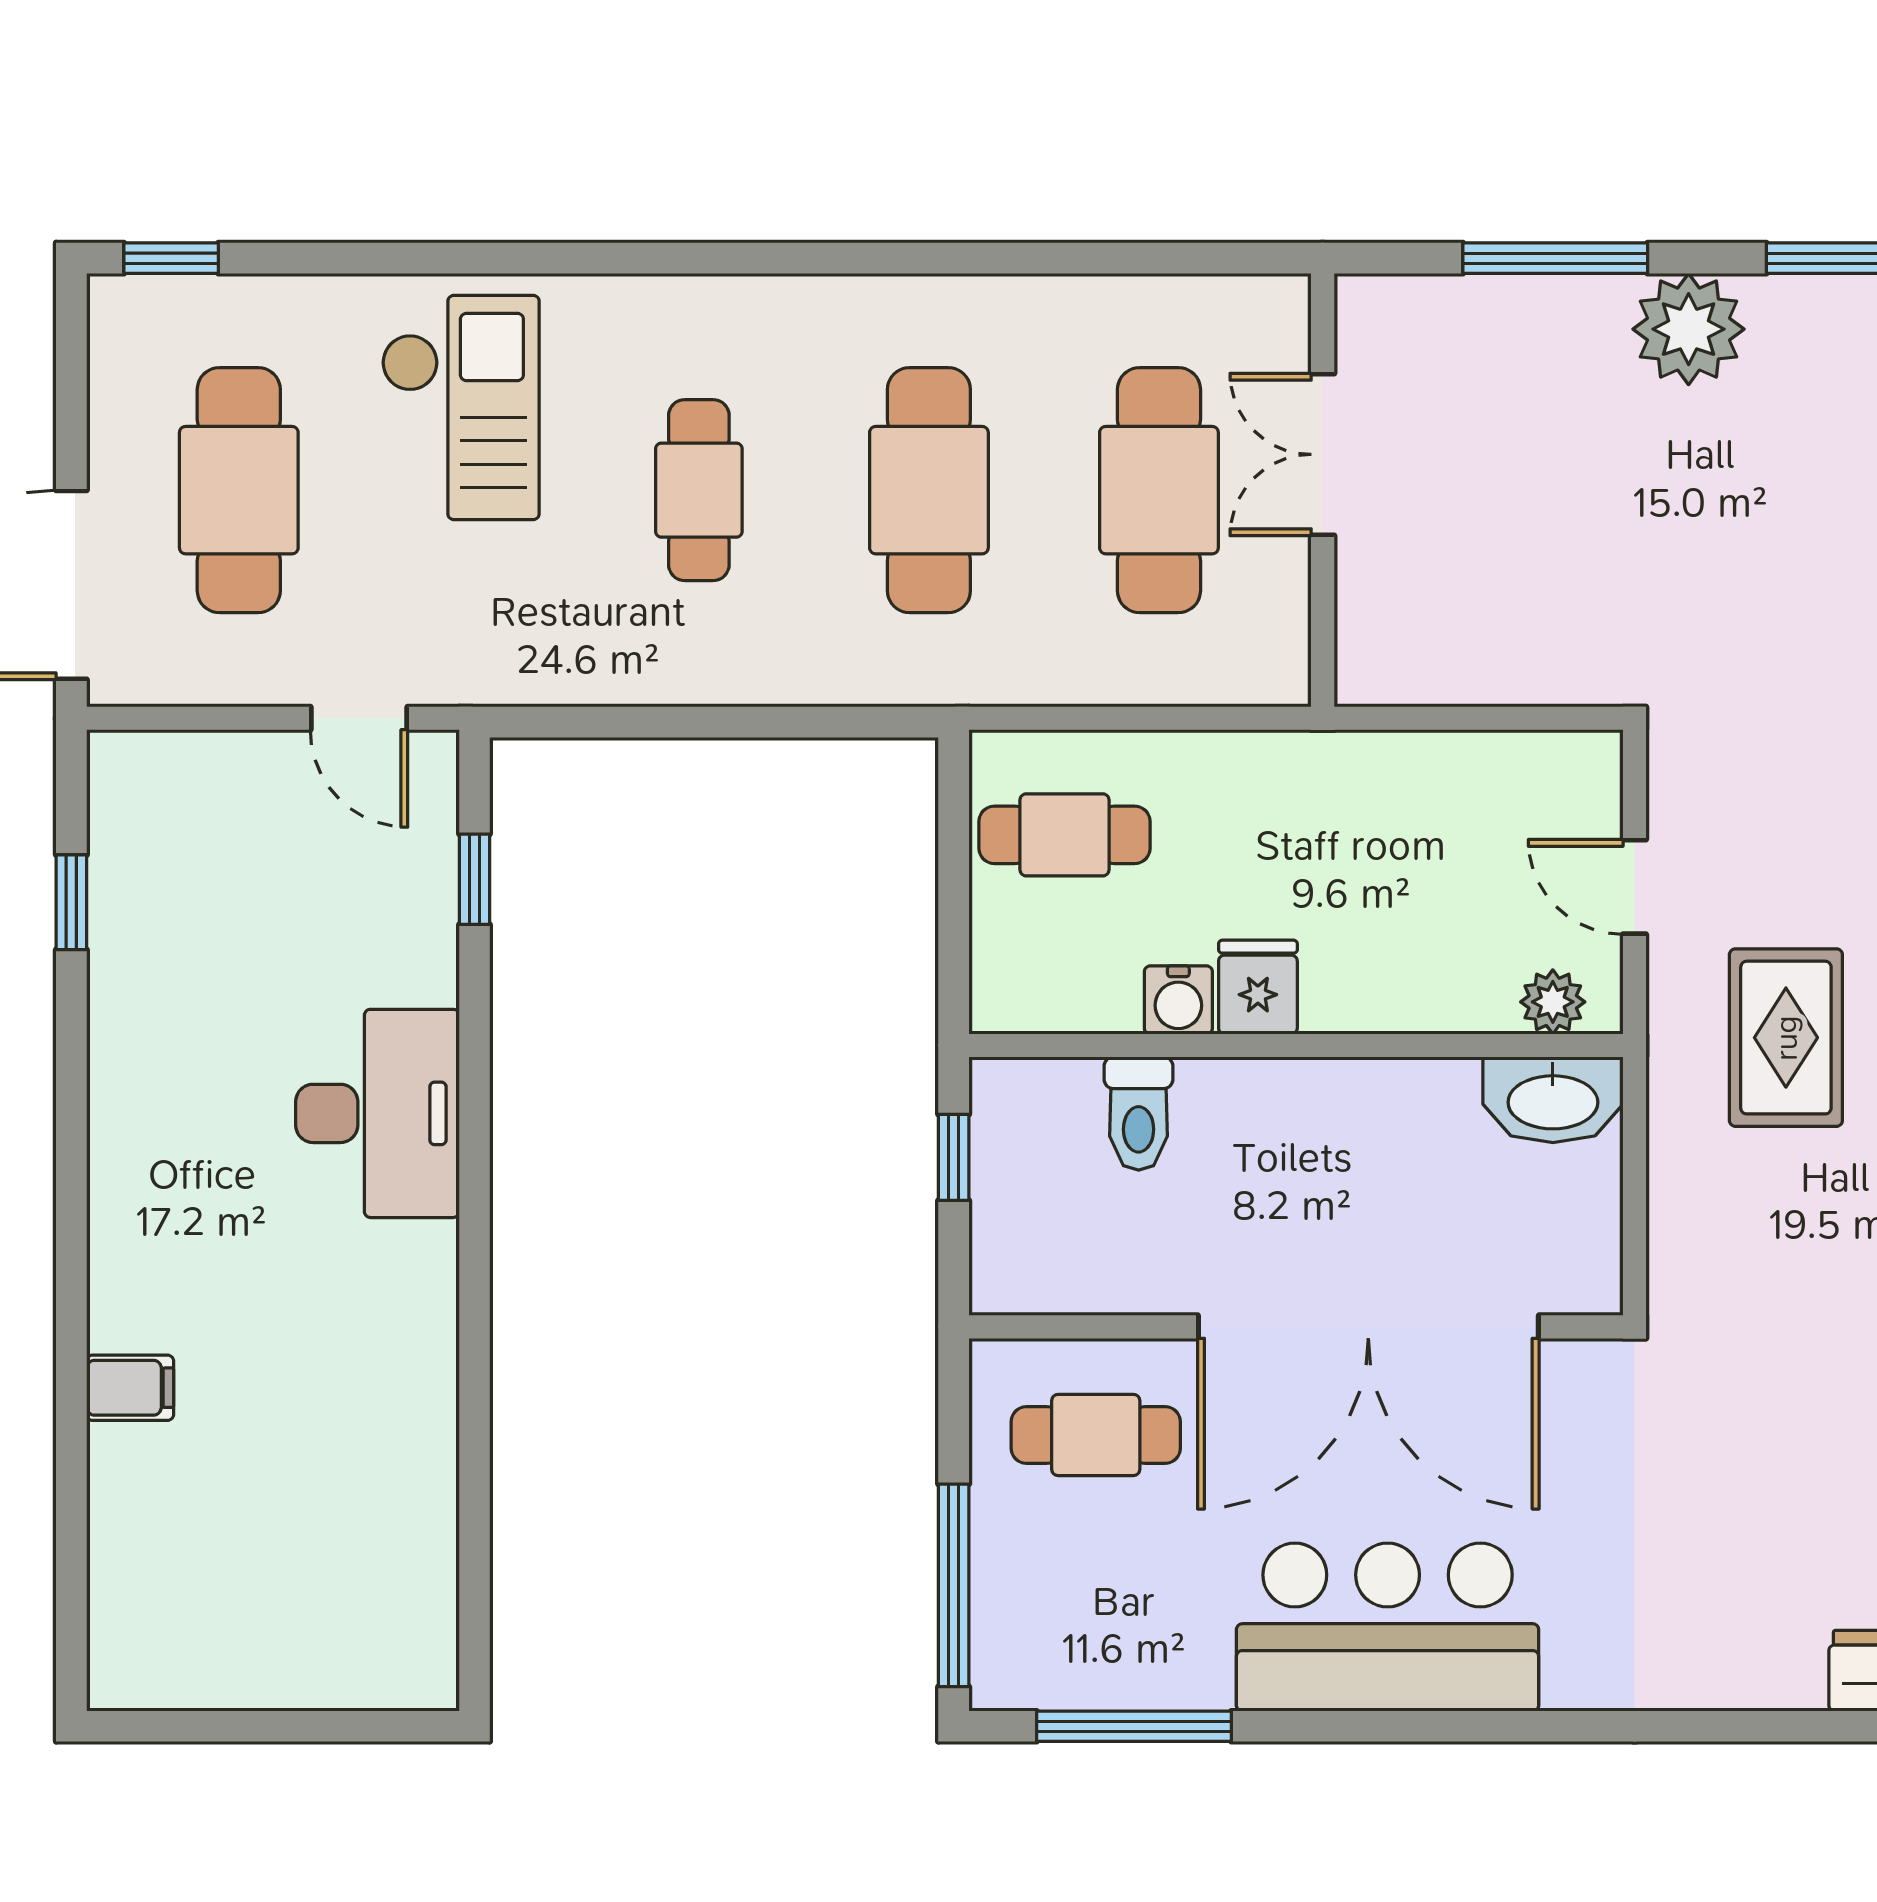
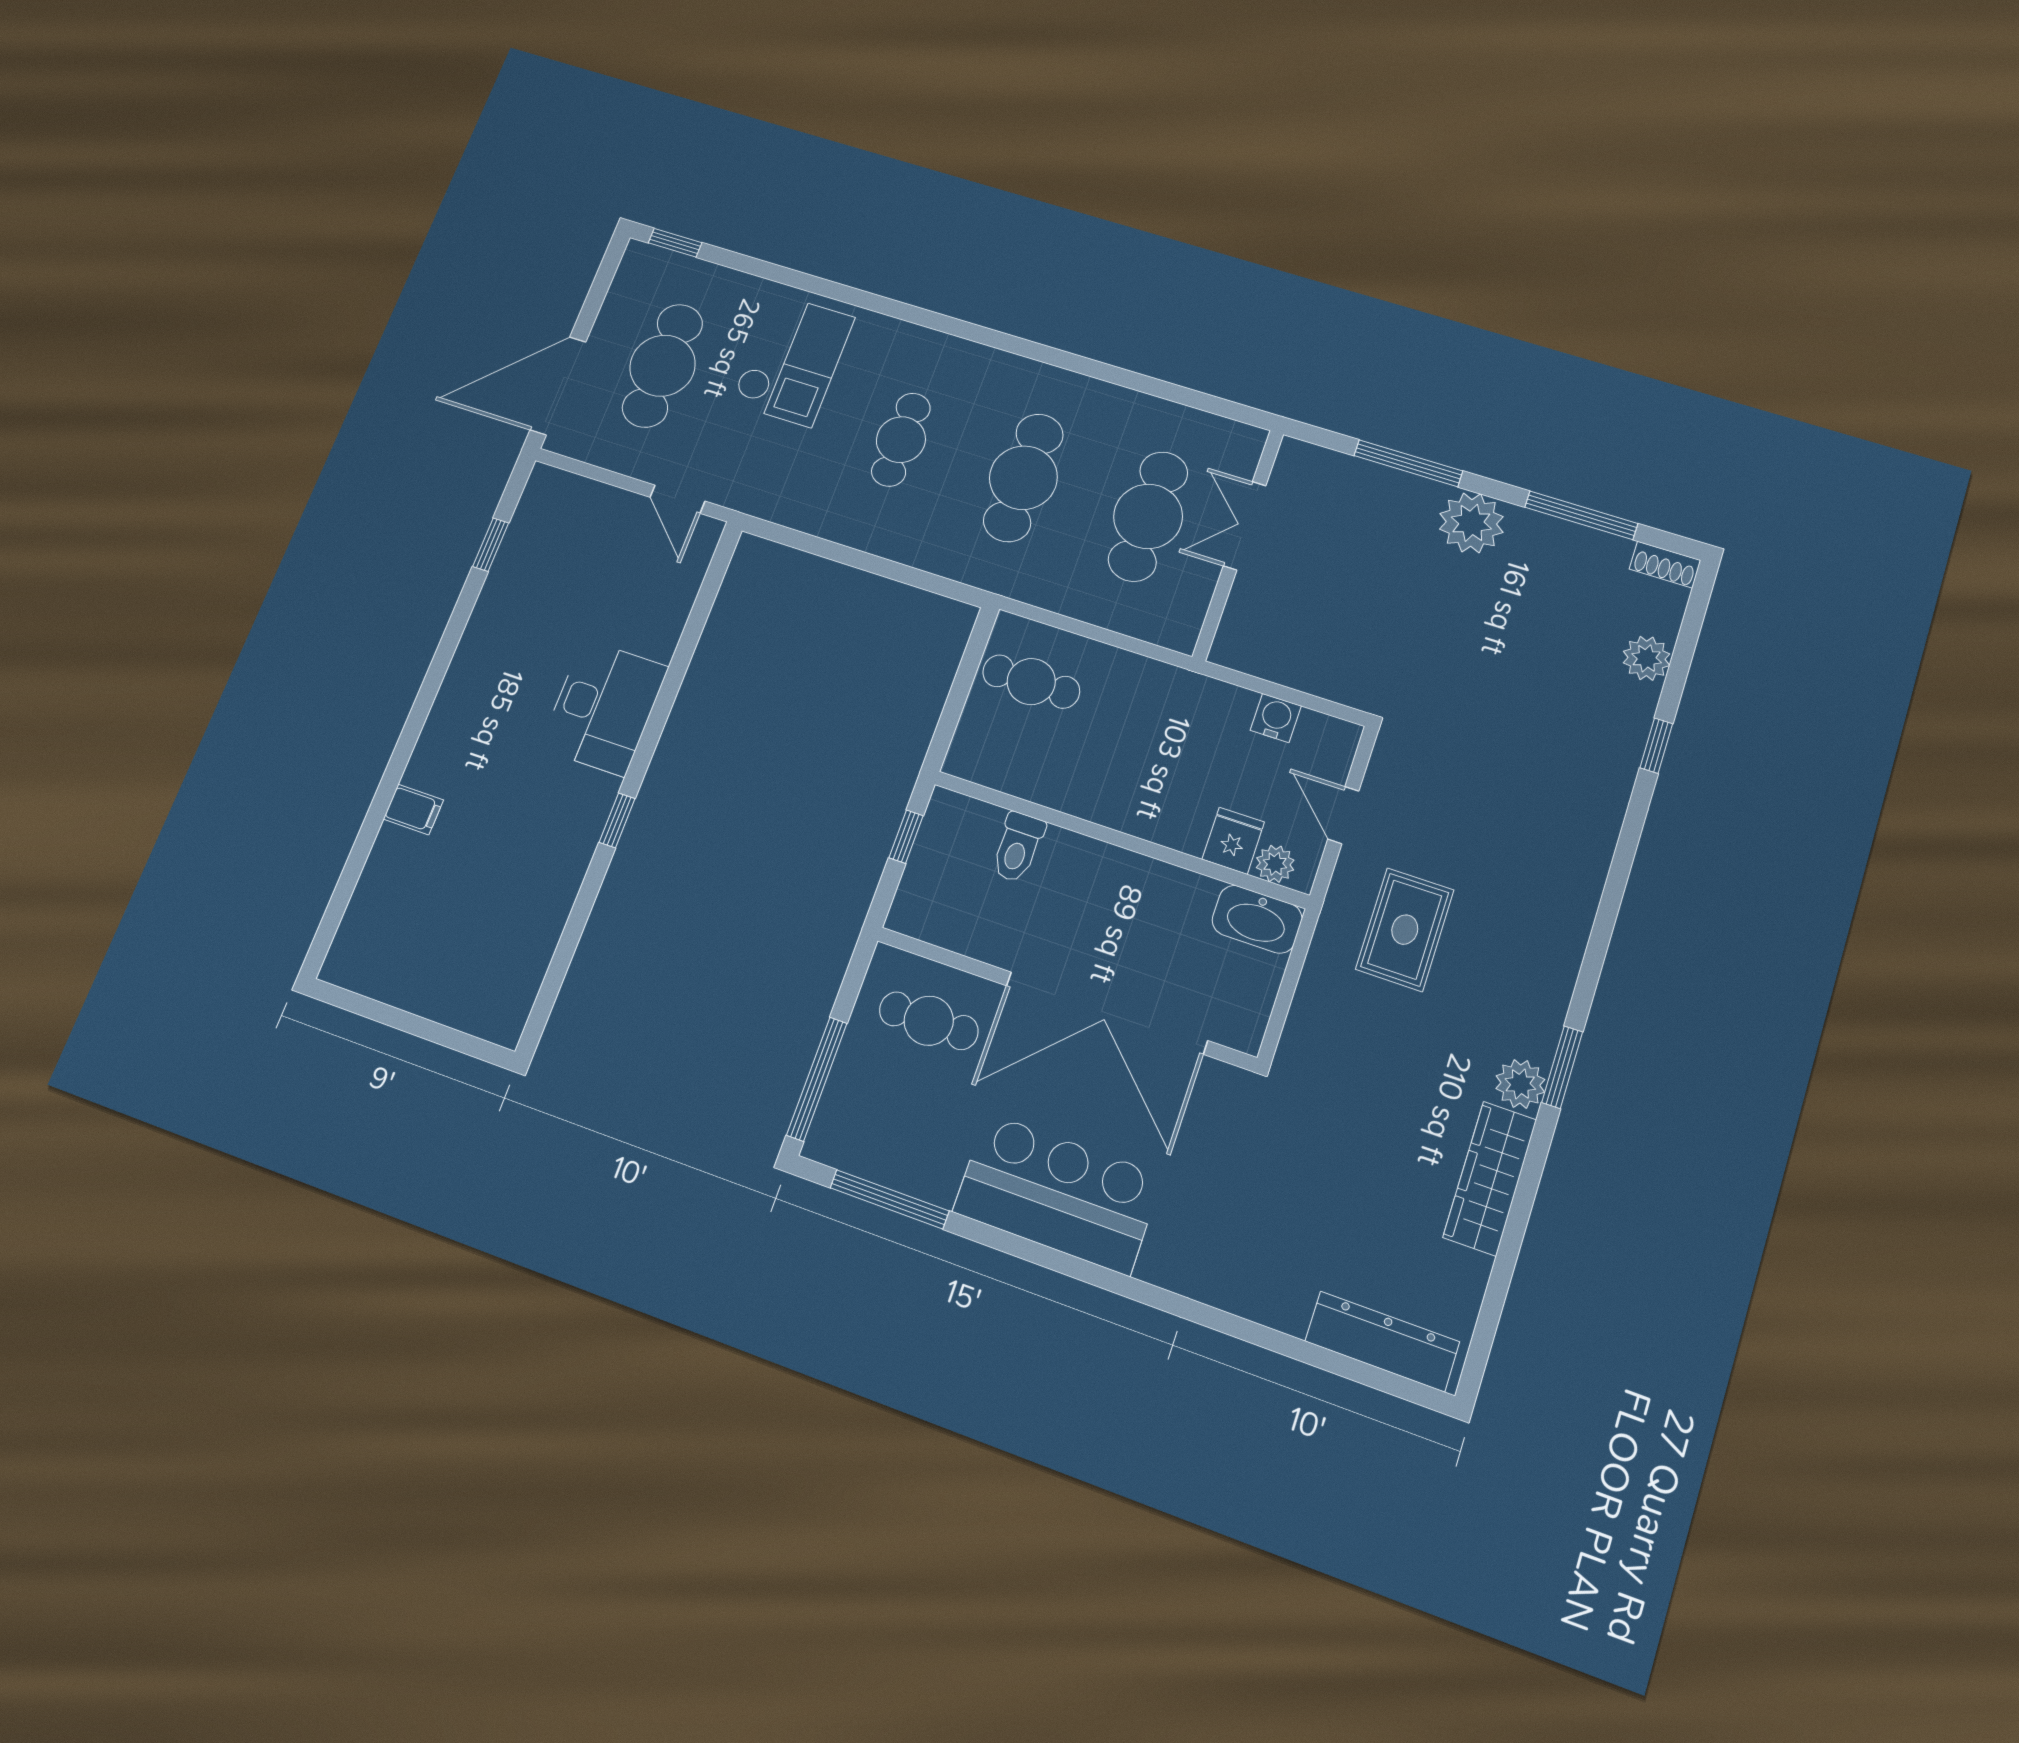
window: (474, 879) -> (617, 820), moved
fridge: (1258, 987) -> (1233, 841), moved
water cooler: (1178, 1000) -> (1276, 718), moved, turned 180

